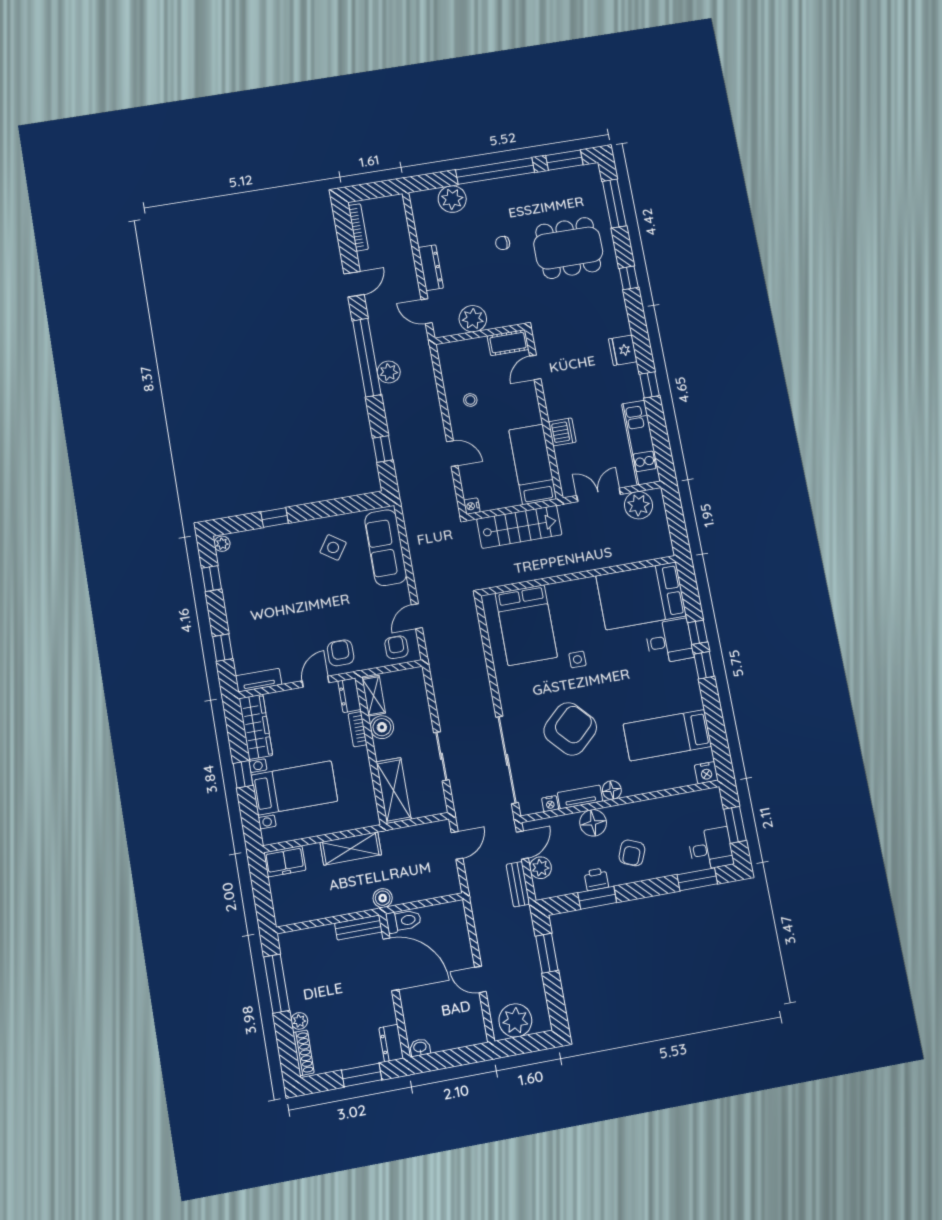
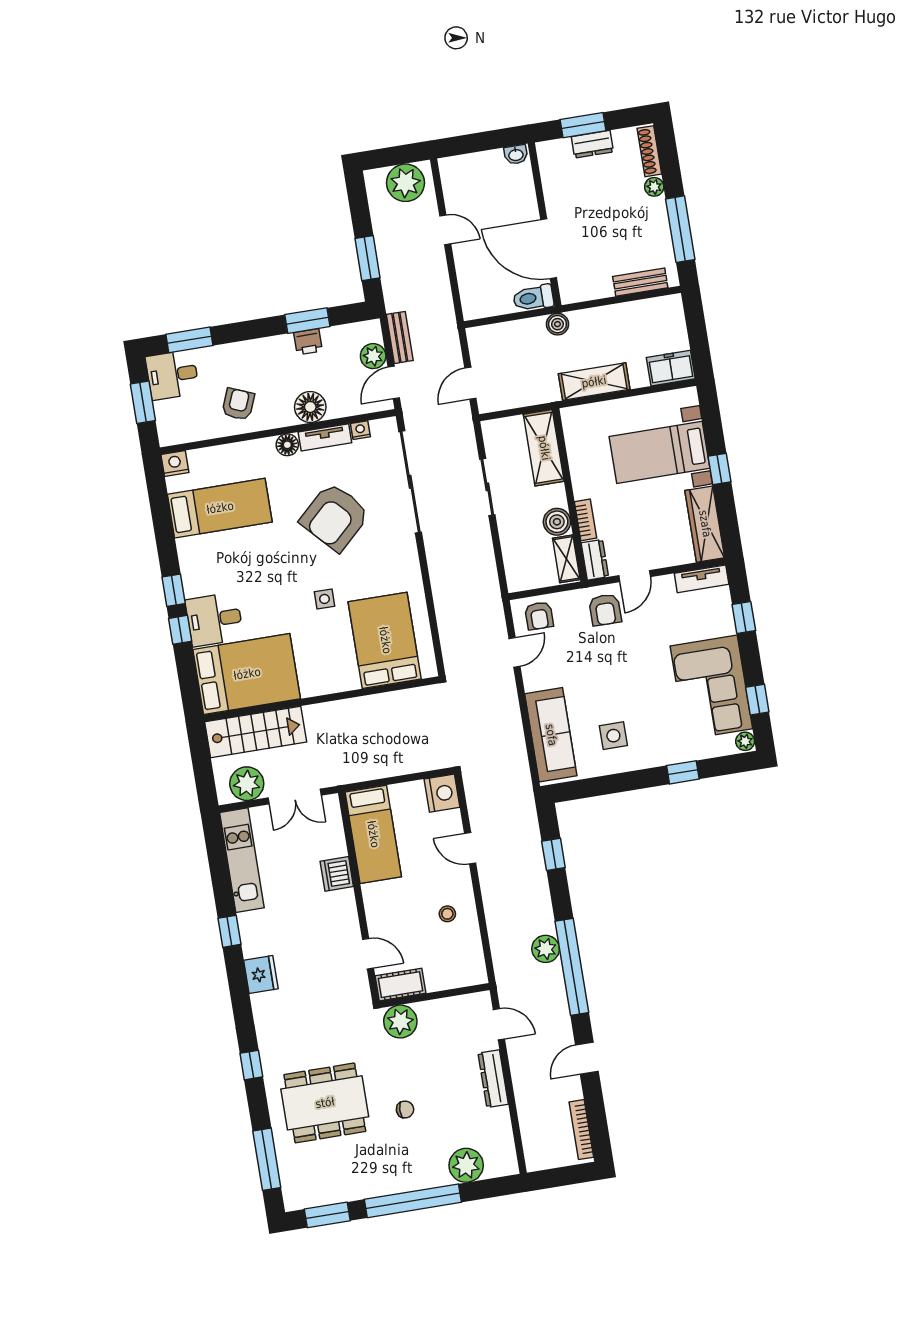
plant: (473, 319) -> (400, 1022), moved
door: (535, 367) -> (368, 954), hinge flipped
nightstand: (472, 506) -> (442, 793), width x1.89, depth x1.79
stairs: (519, 527) -> (256, 732), moved, turned 180
side table: (333, 547) -> (613, 736), turned -34
corner sofa: (250, 589) -> (711, 687), added
armchair: (632, 853) -> (238, 404), moved
bench: (358, 928) -> (640, 282), moved
dresser: (391, 1043) -> (592, 144), moved, turned 90

